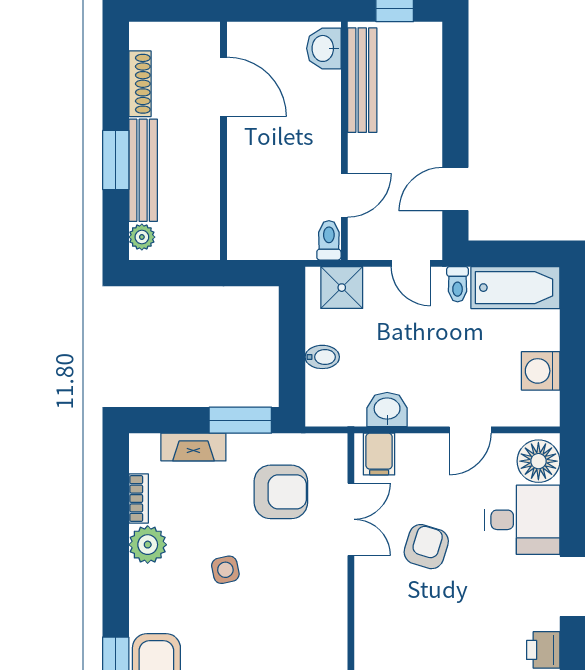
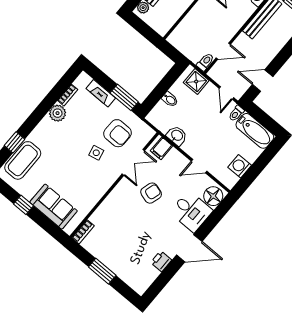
side table: (225, 570) -> (96, 153), moved

